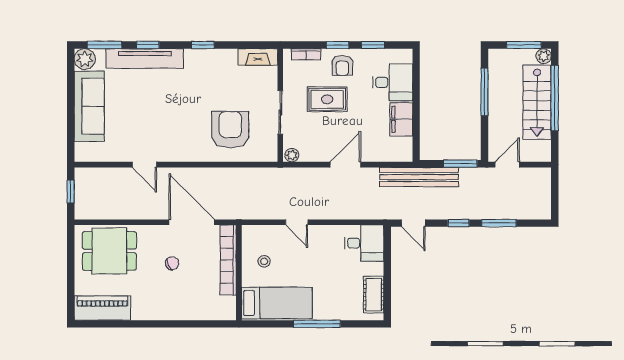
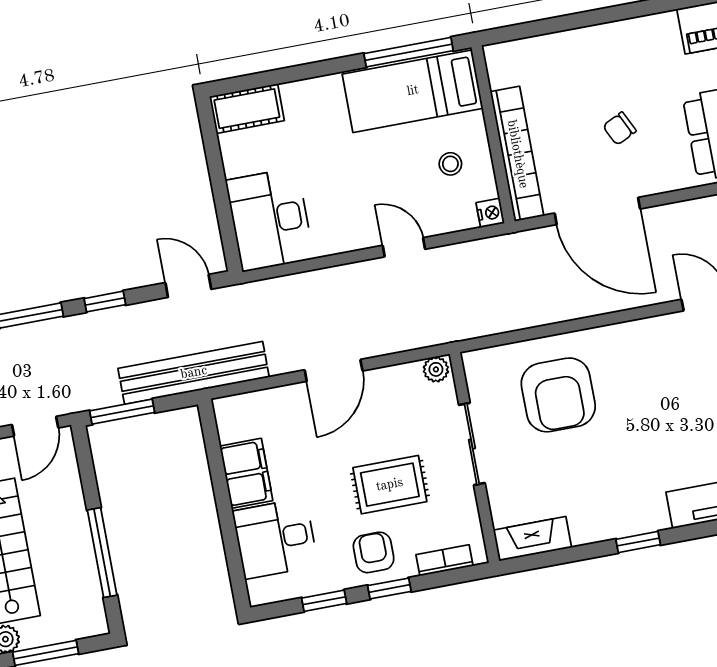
nightstand: (248, 232) -> (490, 213), added
desk: (364, 243) -> (270, 220), width x1.37
cot: (374, 295) -> (247, 109), moved, turned 90
window: (317, 324) -> (409, 52), moved

